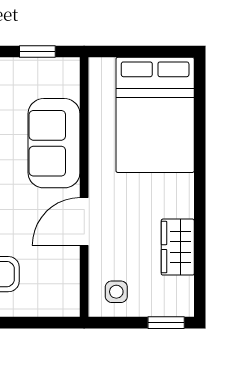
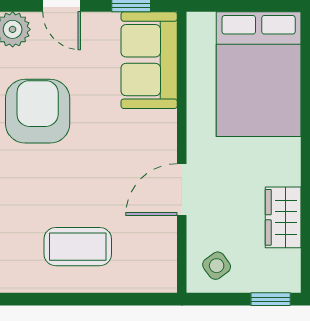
sofa: (54, 143) -> (149, 60), moved
side table: (116, 292) -> (217, 266), turned -36

